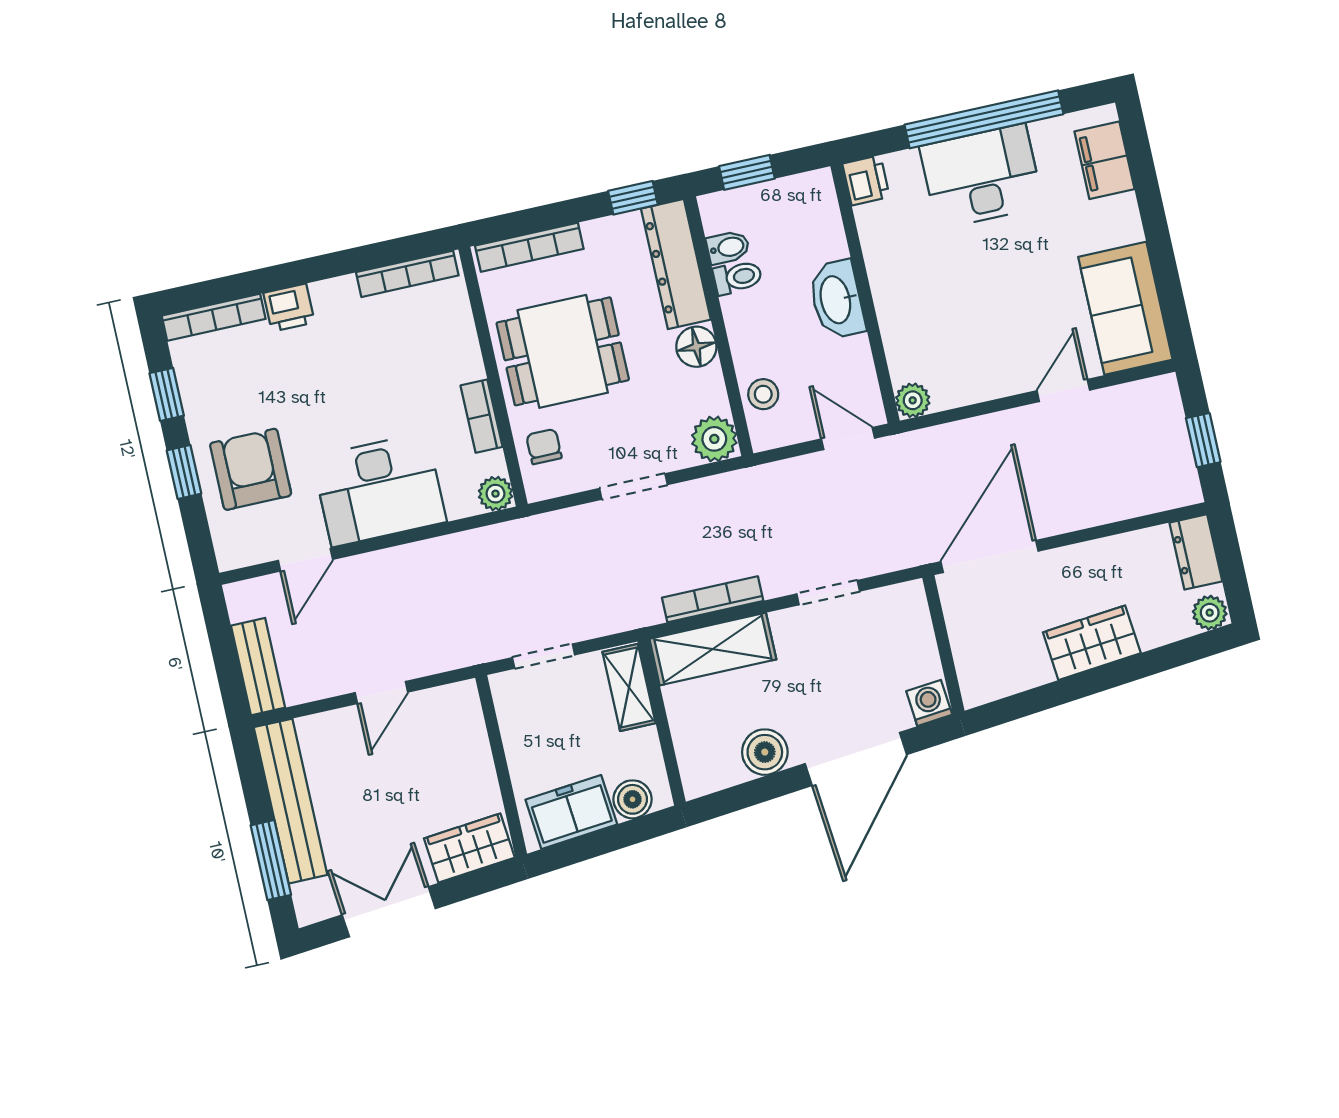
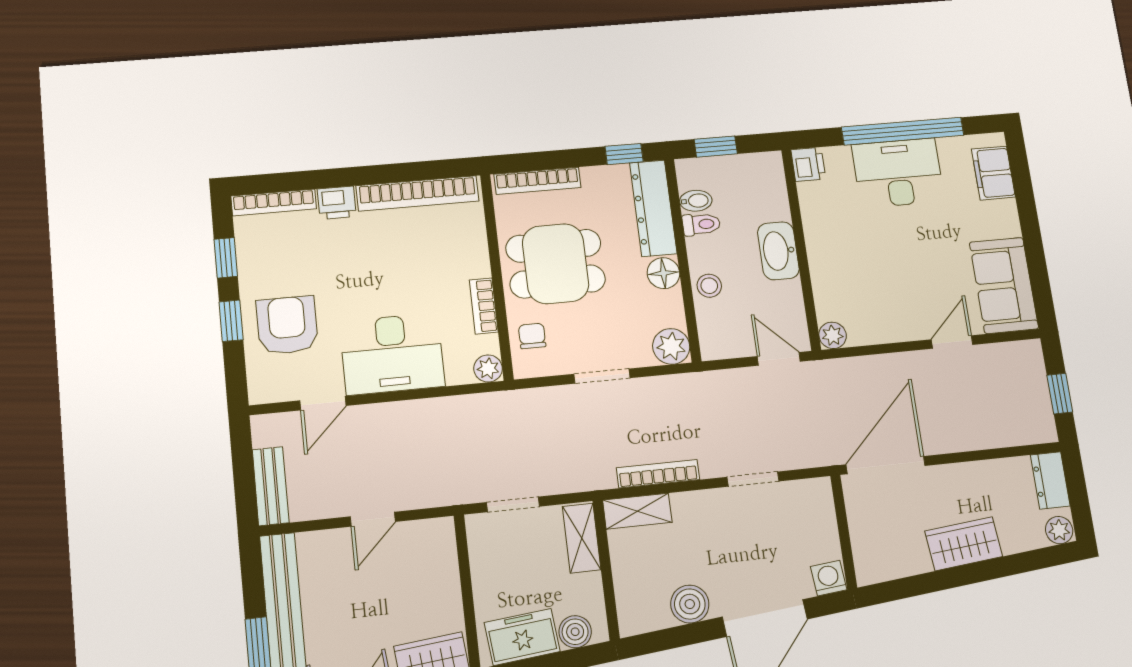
bookcase: (407, 274) -> (418, 193), width x1.48, depth x1.31
stool: (763, 394) -> (709, 286), moved
shelving: (713, 649) -> (637, 511), width x0.67, depth x0.75

